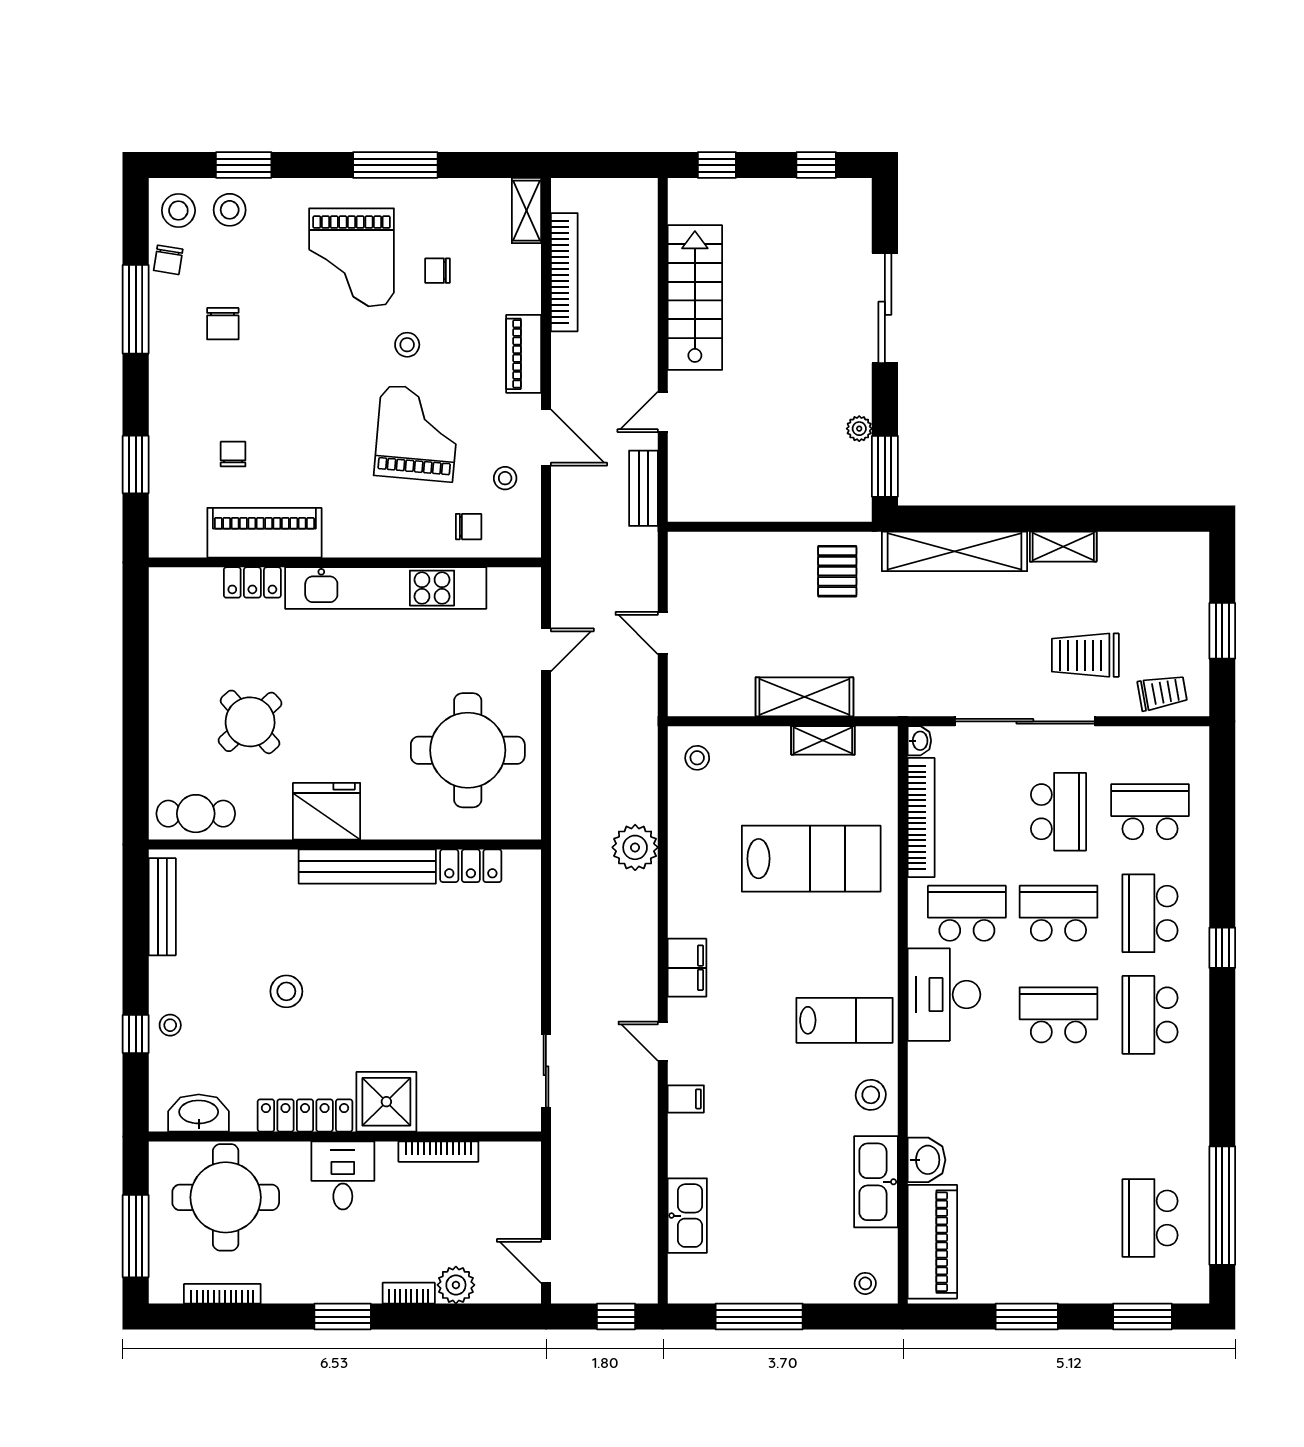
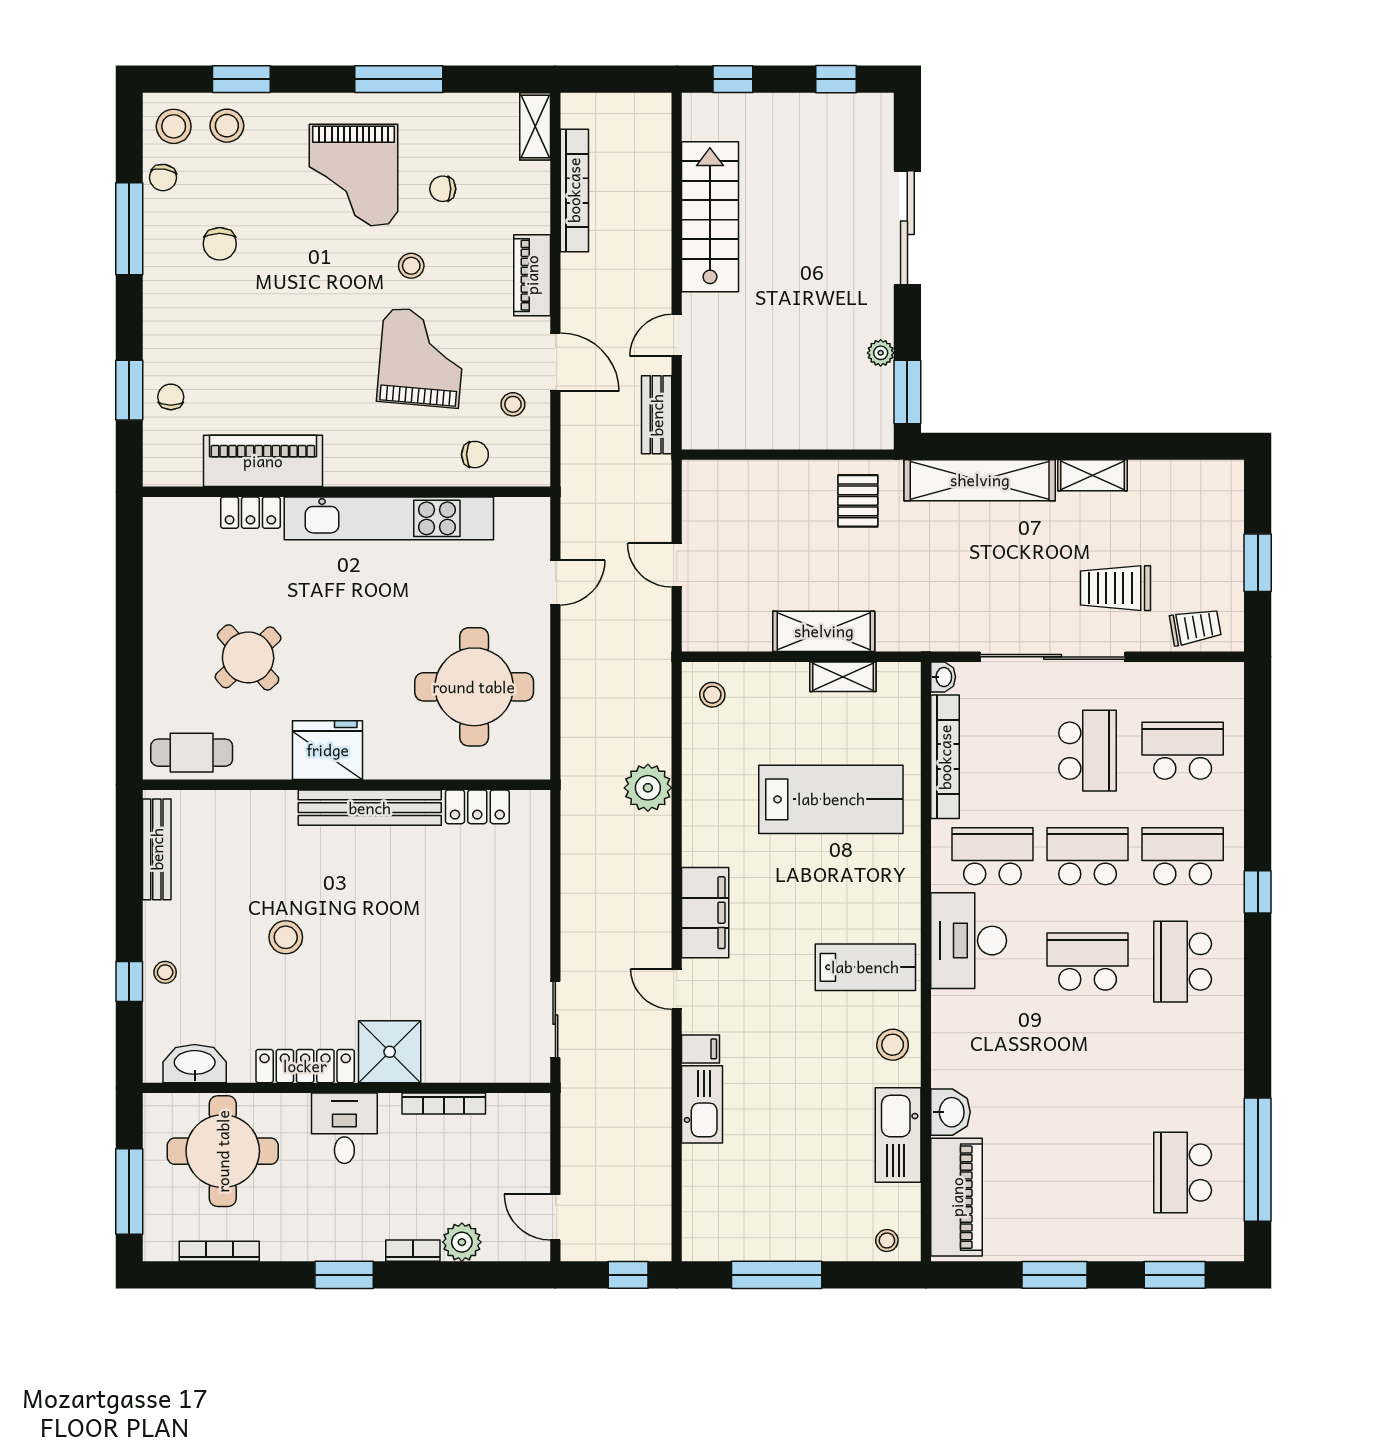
chair: (233, 454) -> (171, 397), moved
school desk: (1150, 913) -> (1183, 856), turned 90
filing cabinet: (687, 968) -> (705, 913), width x1.50, depth x1.17
kitchen sink: (687, 1216) -> (702, 1104), moved

